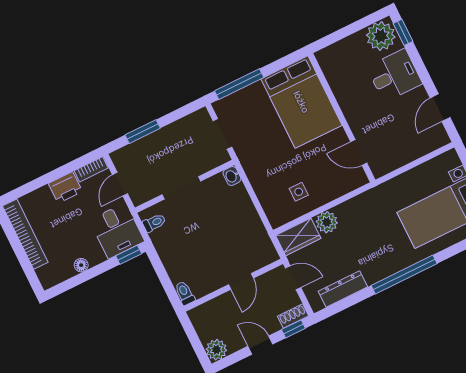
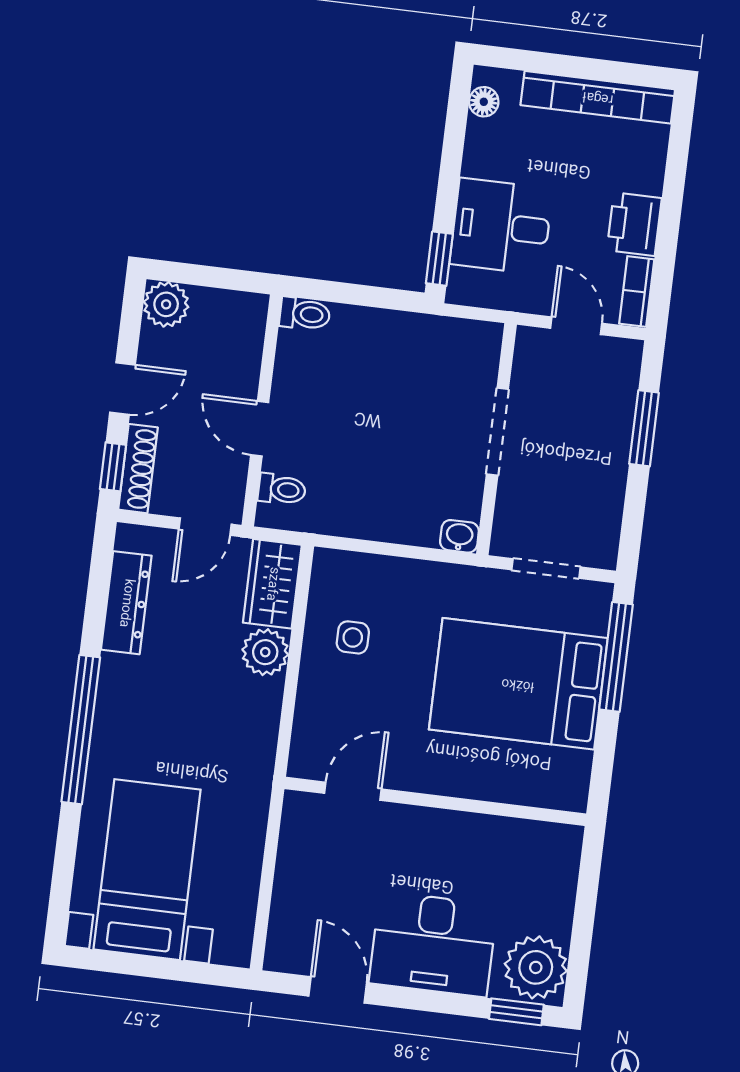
desk: (395, 75) -> (433, 944), width x1.37
bed: (301, 102) -> (518, 684), moved
toilet: (154, 223) -> (282, 489), moved, turned -90
desk: (117, 231) -> (501, 226), moved
floor lamp: (81, 265) -> (484, 102), moved
shoe rack: (293, 316) -> (138, 469), width x1.43

